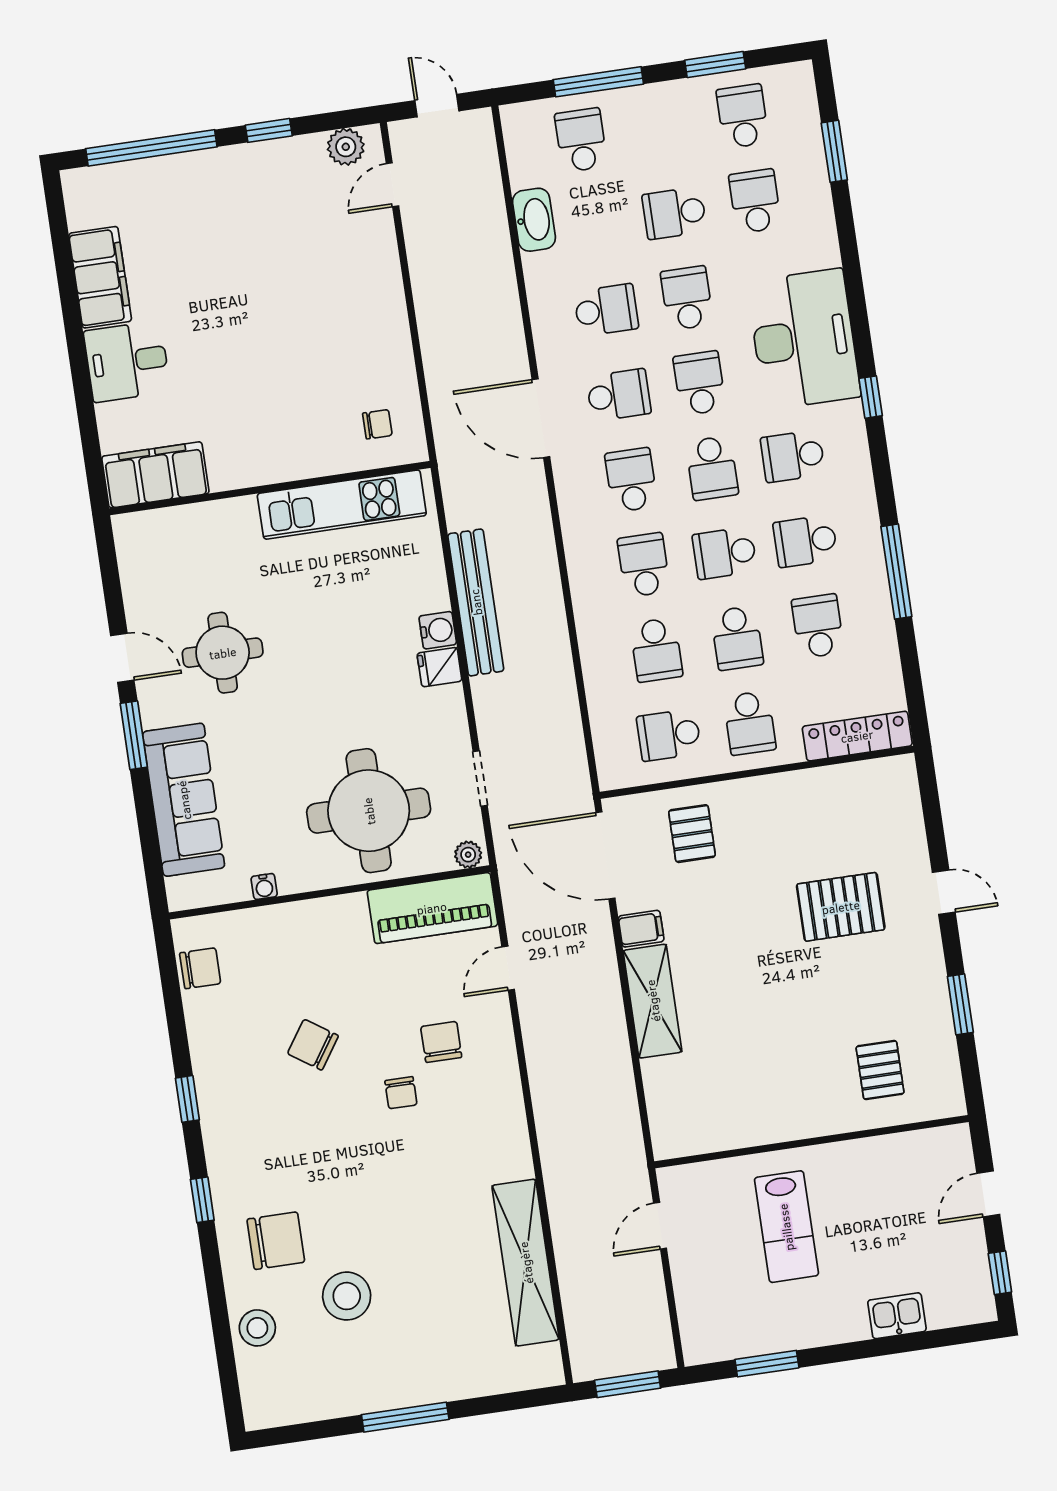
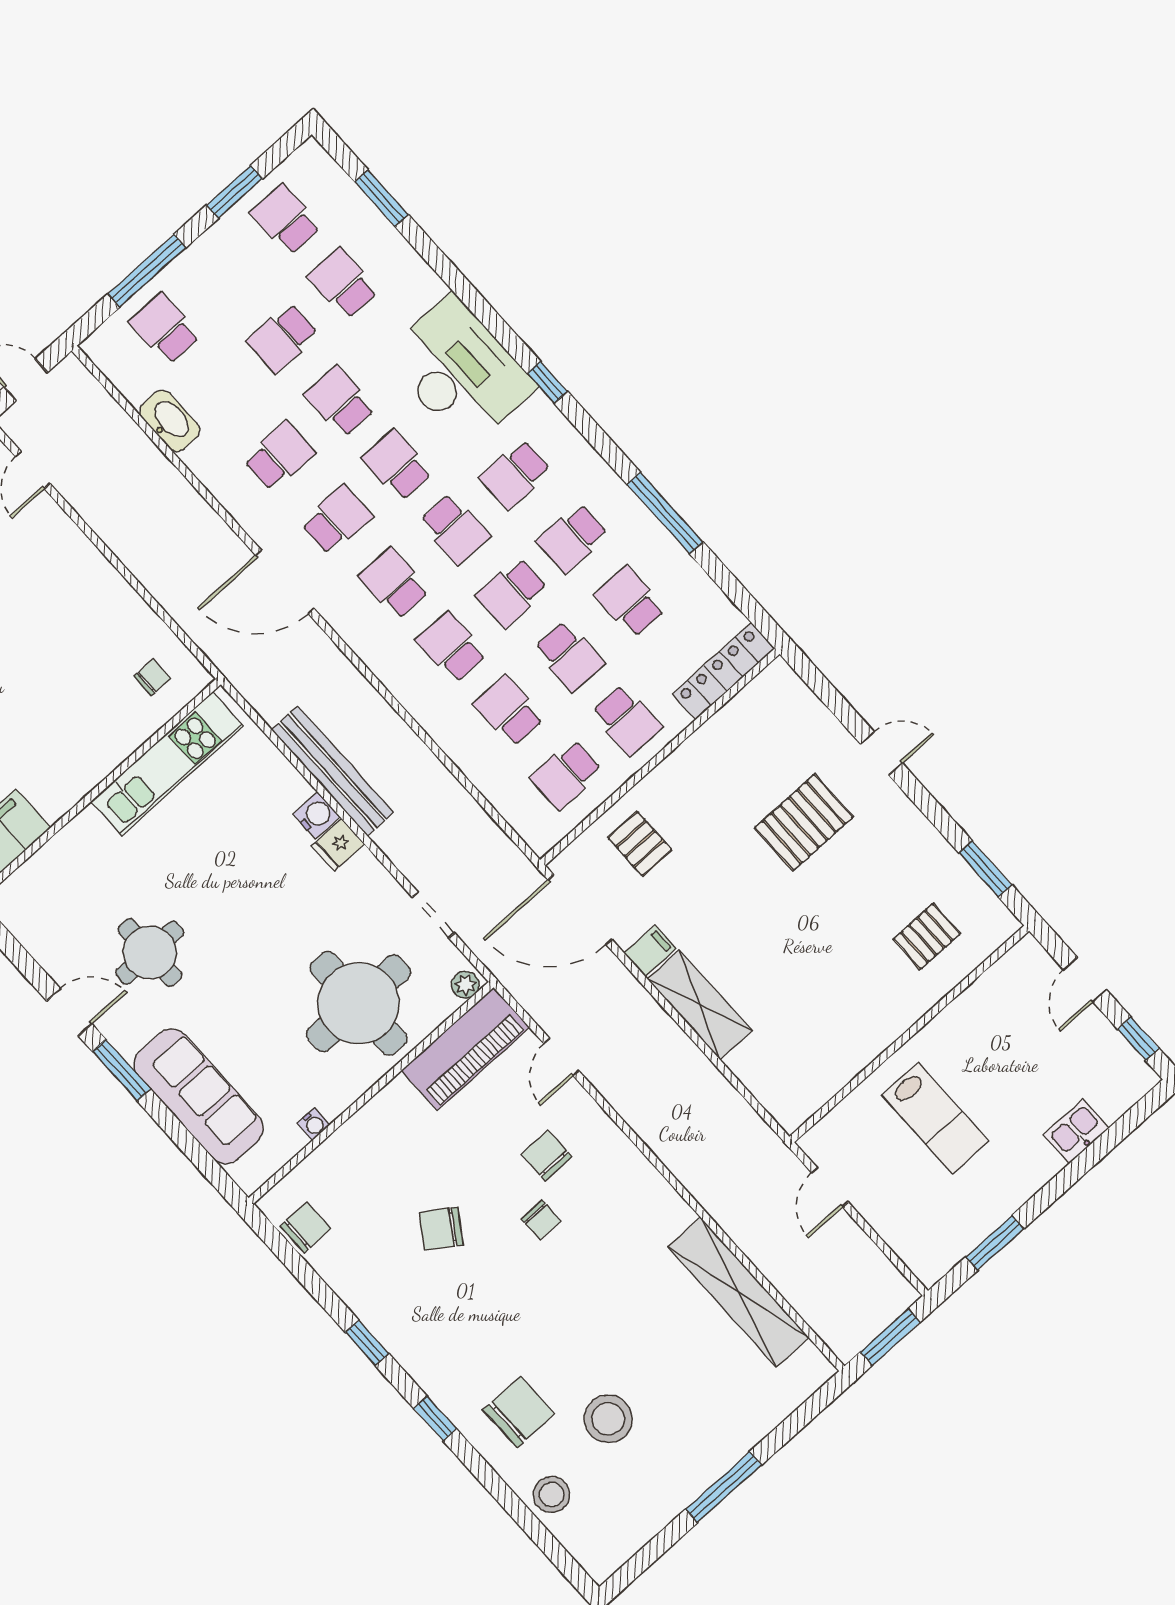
school desk: (656, 650) -> (509, 711), turned 180
window: (960, 1004) -> (985, 869), moved
pallet: (880, 1070) -> (927, 936), turned 90

